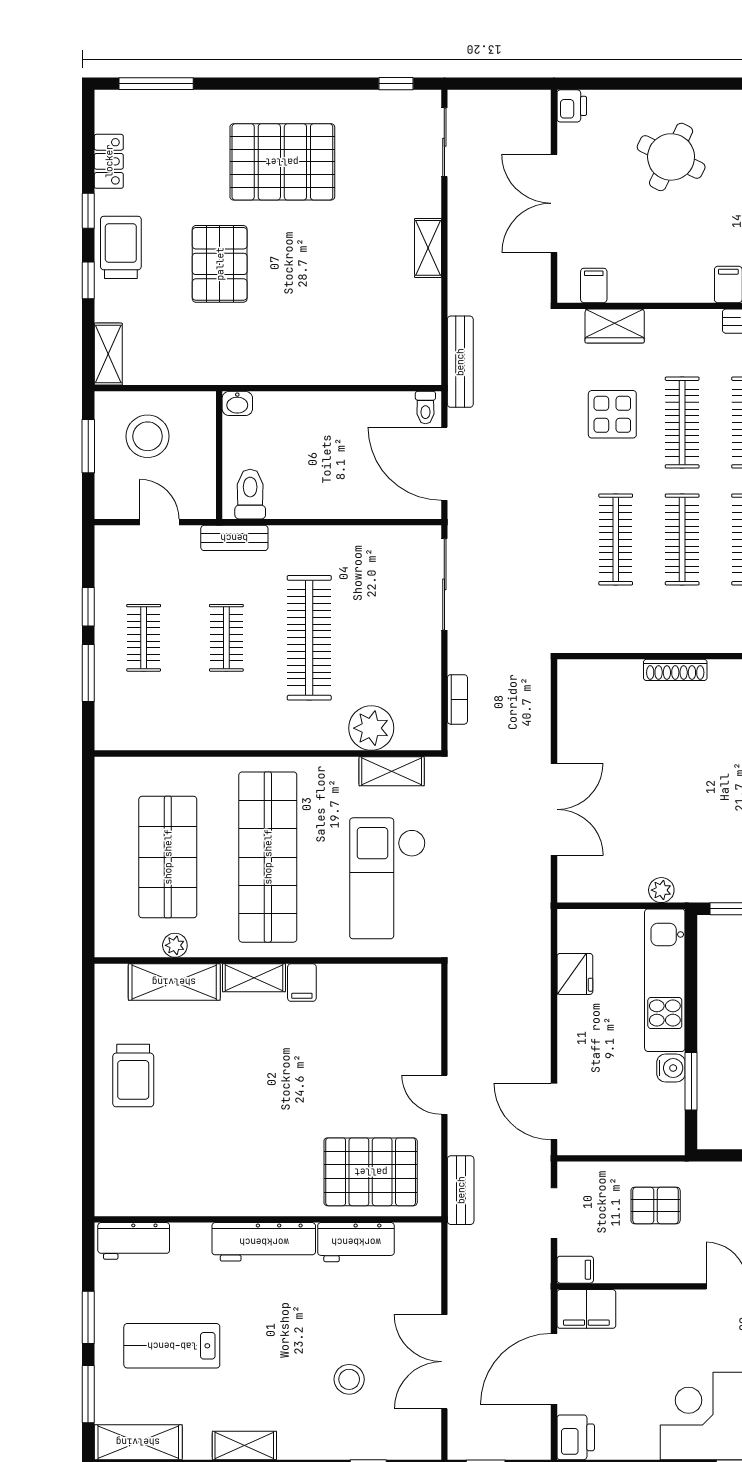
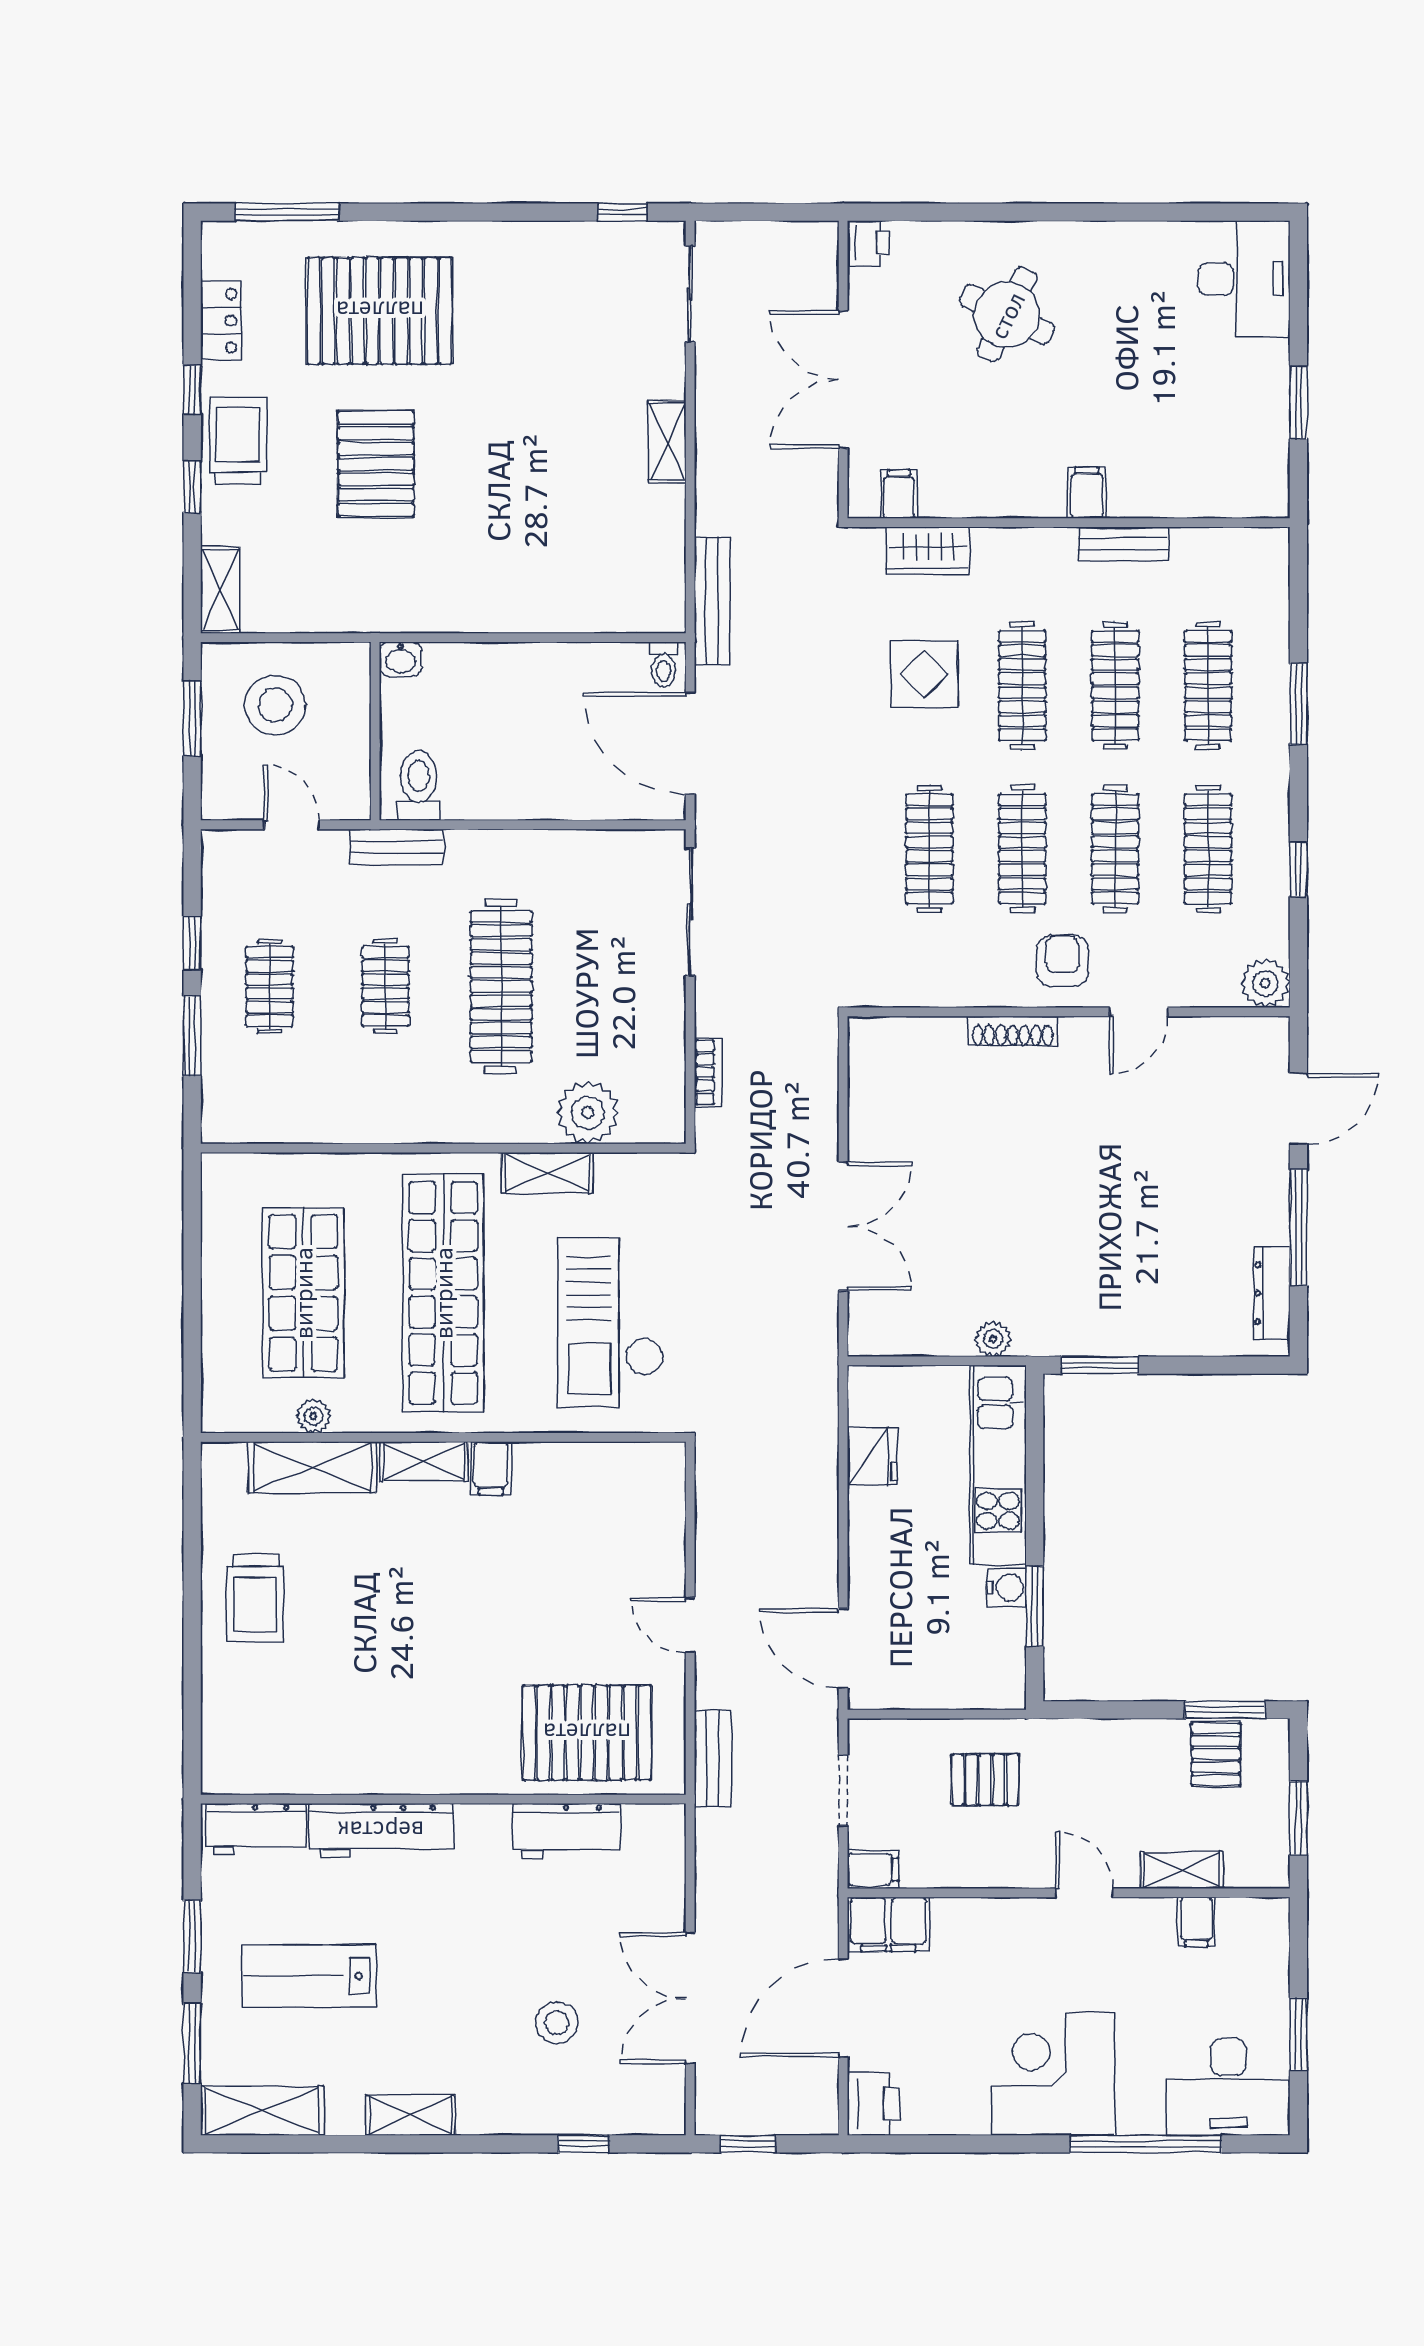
pallet: (282, 162) -> (380, 311), moved
armchair: (711, 619) -> (1063, 961), added
shelving: (392, 771) -> (547, 1173), moved
workbench: (264, 1242) -> (381, 1831), moved

